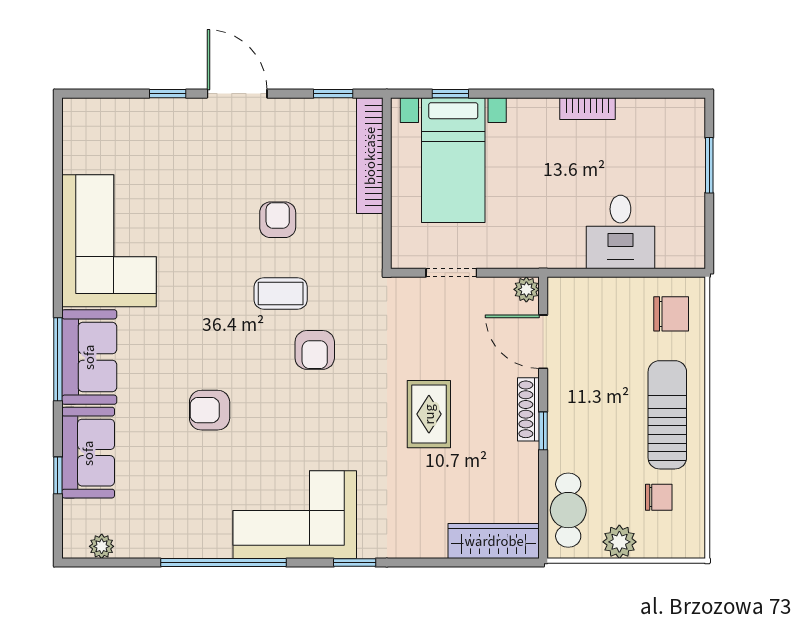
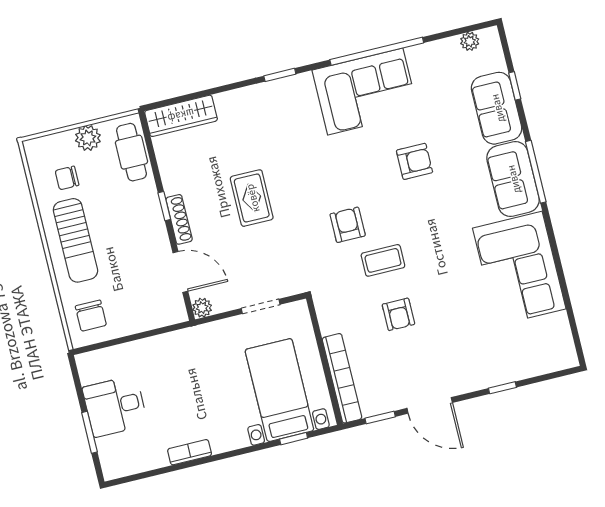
door: (237, 94) -> (430, 405), moved
desk: (620, 232) -> (115, 406), moved, turned -90
chair: (671, 314) -> (91, 316), turned -90
corner sofa: (295, 515) -> (365, 92), moved

